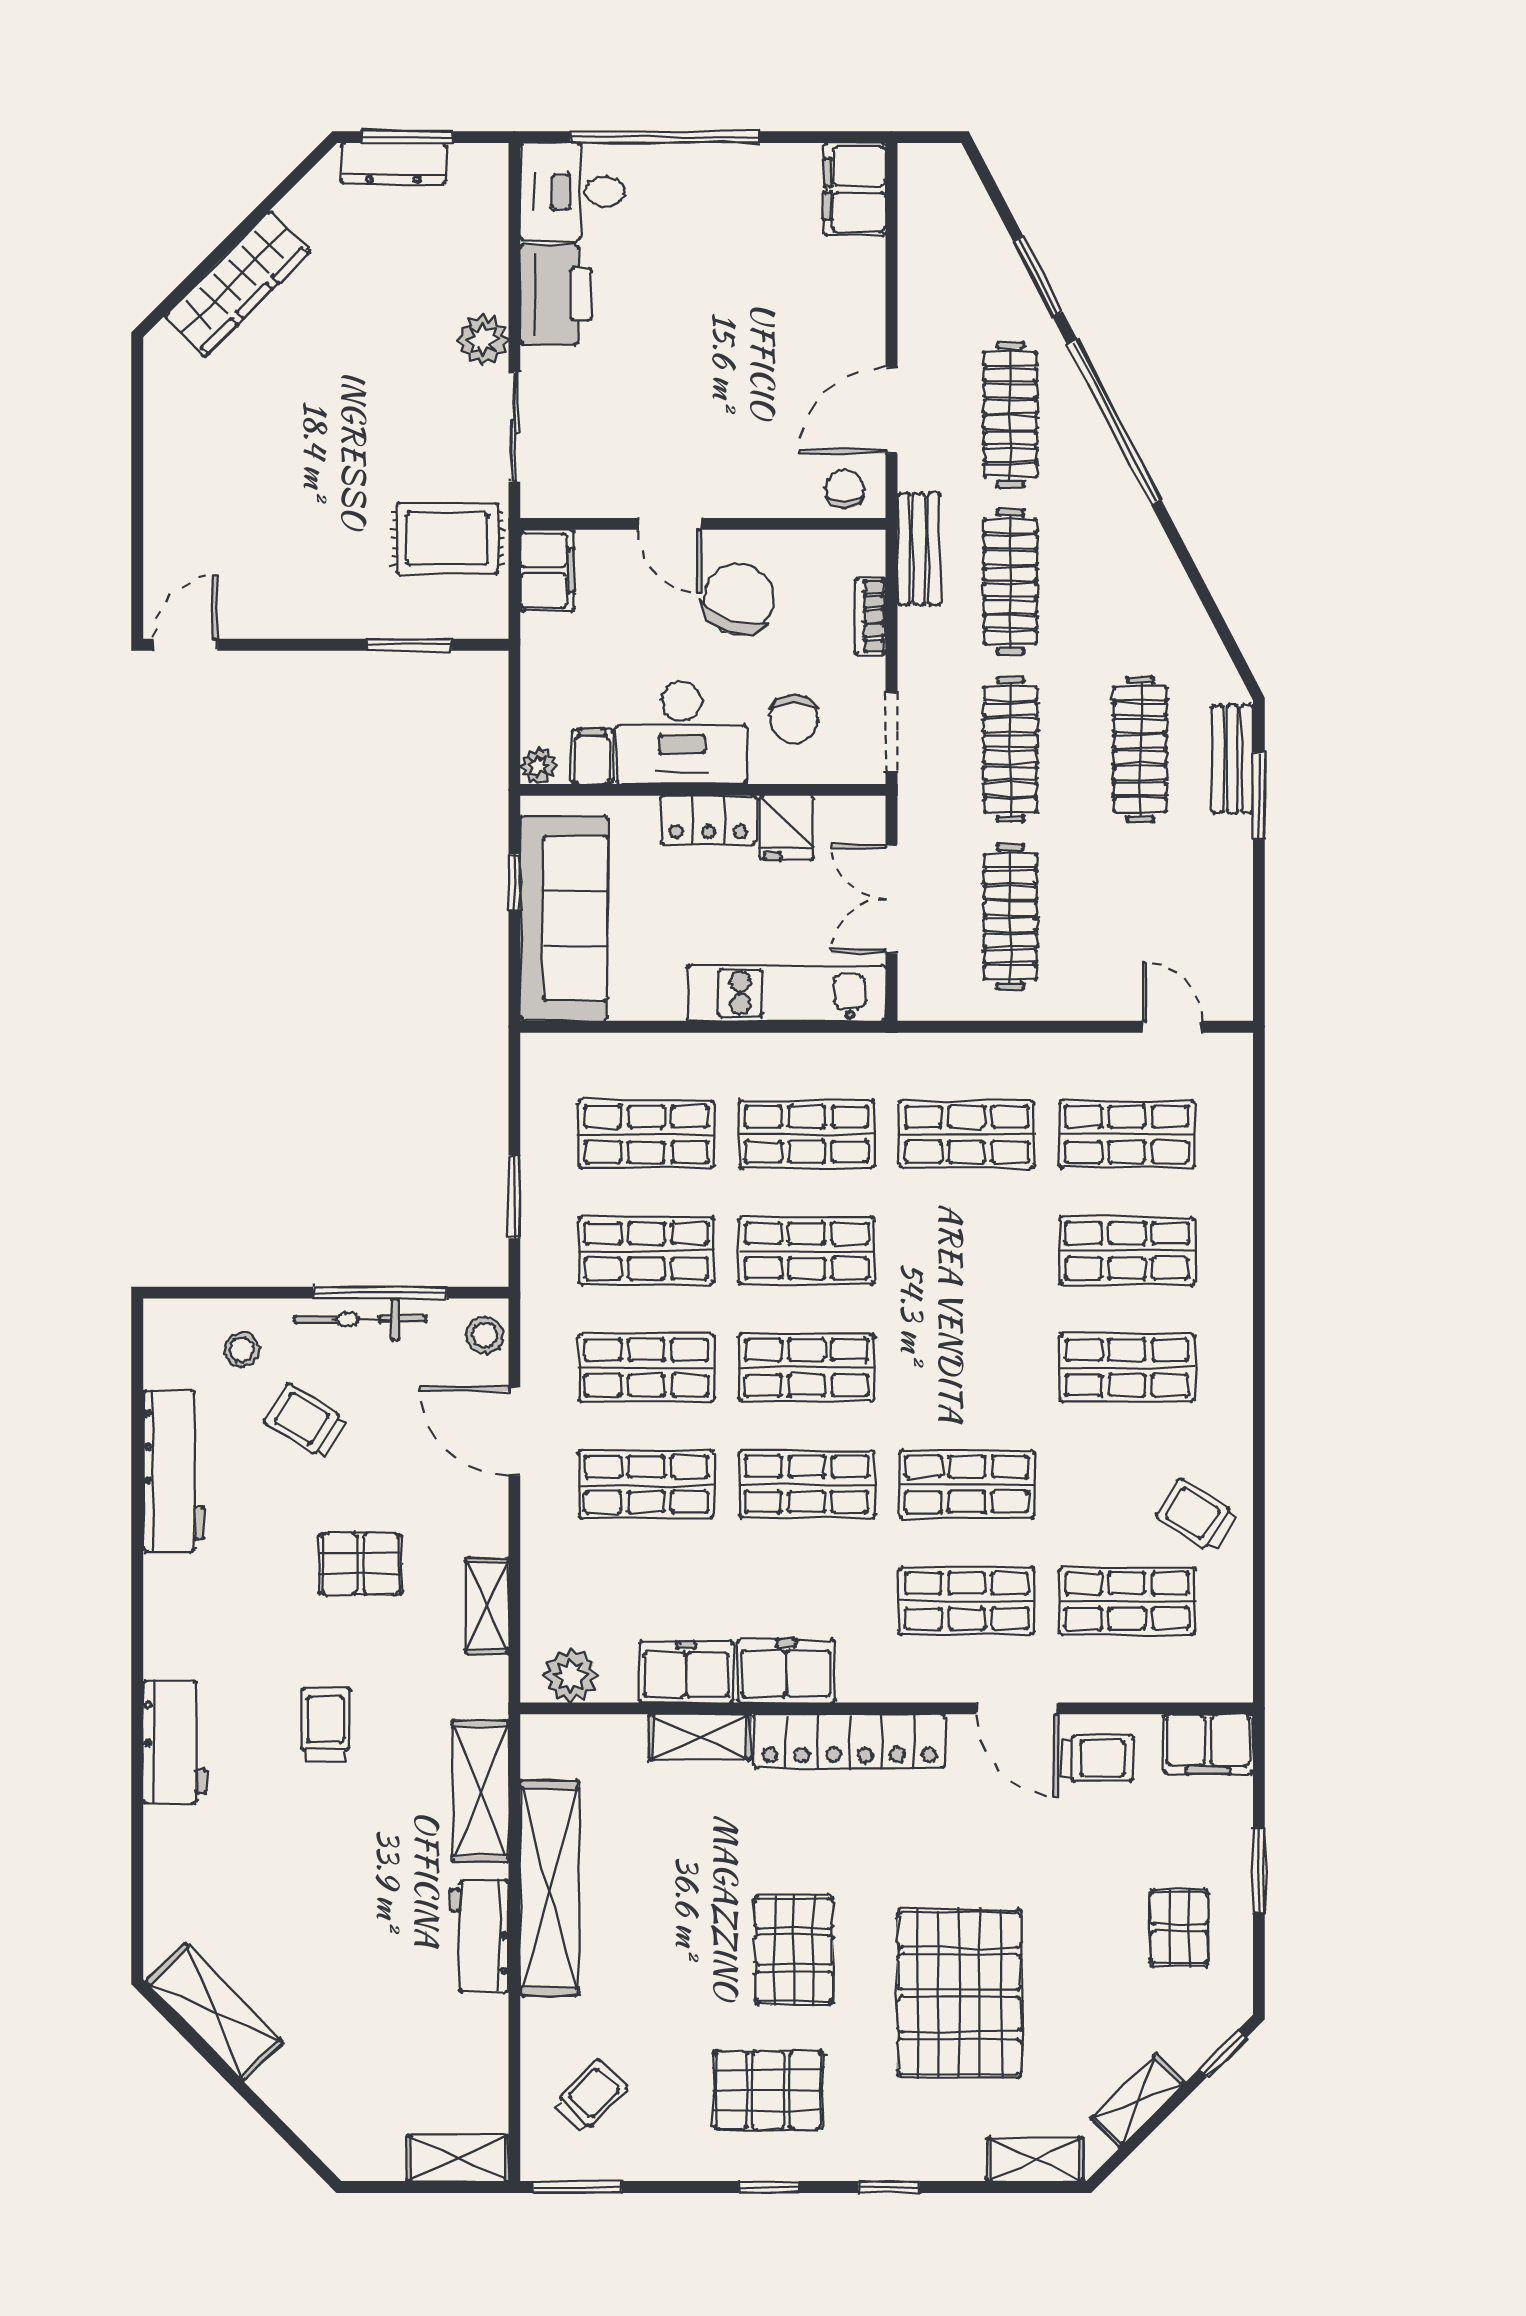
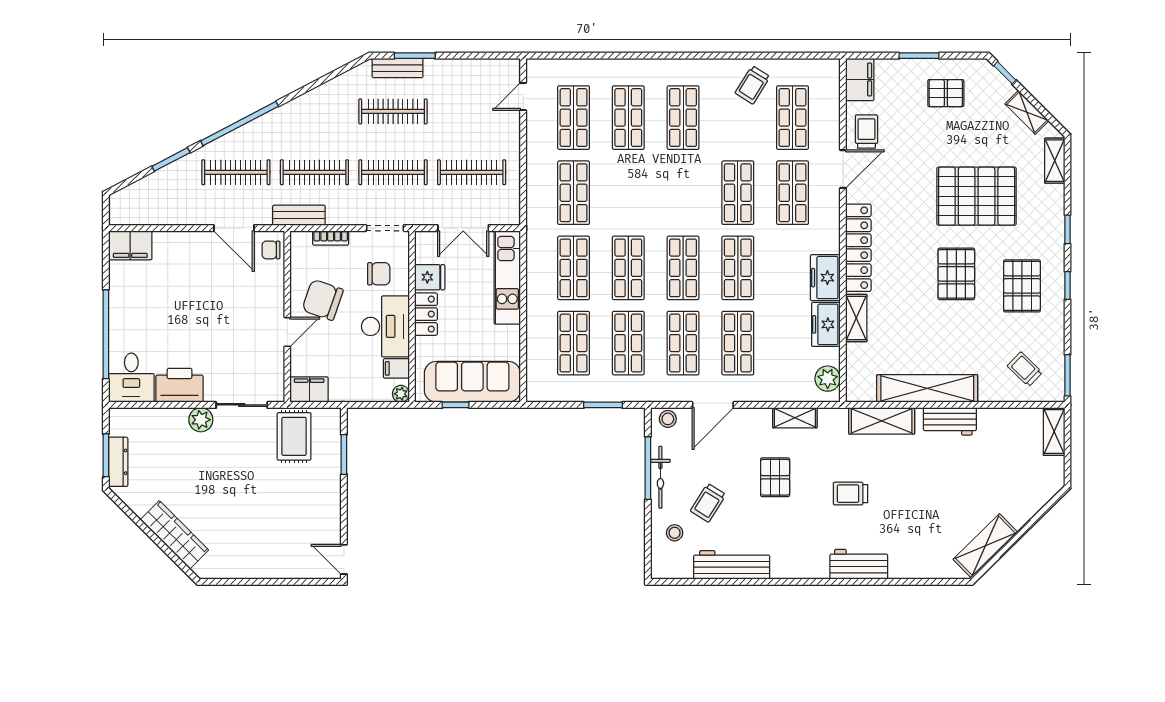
pallet: (794, 1950) -> (956, 274), turned 90

